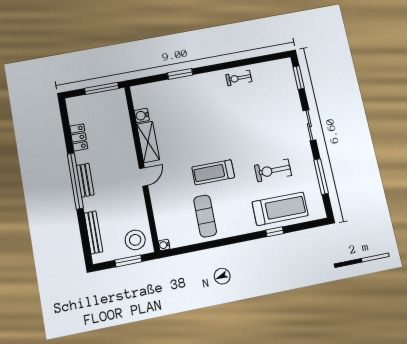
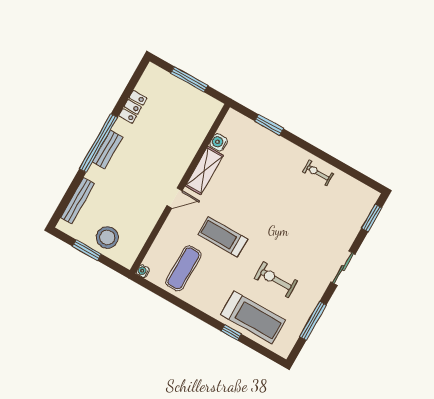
water cooler: (142, 115) -> (219, 142), moved
shelving: (148, 142) -> (204, 171), moved
wall: (142, 168) -> (180, 189), moved
door: (144, 177) -> (175, 198), moved
water cooler: (164, 245) -> (143, 271), moved

